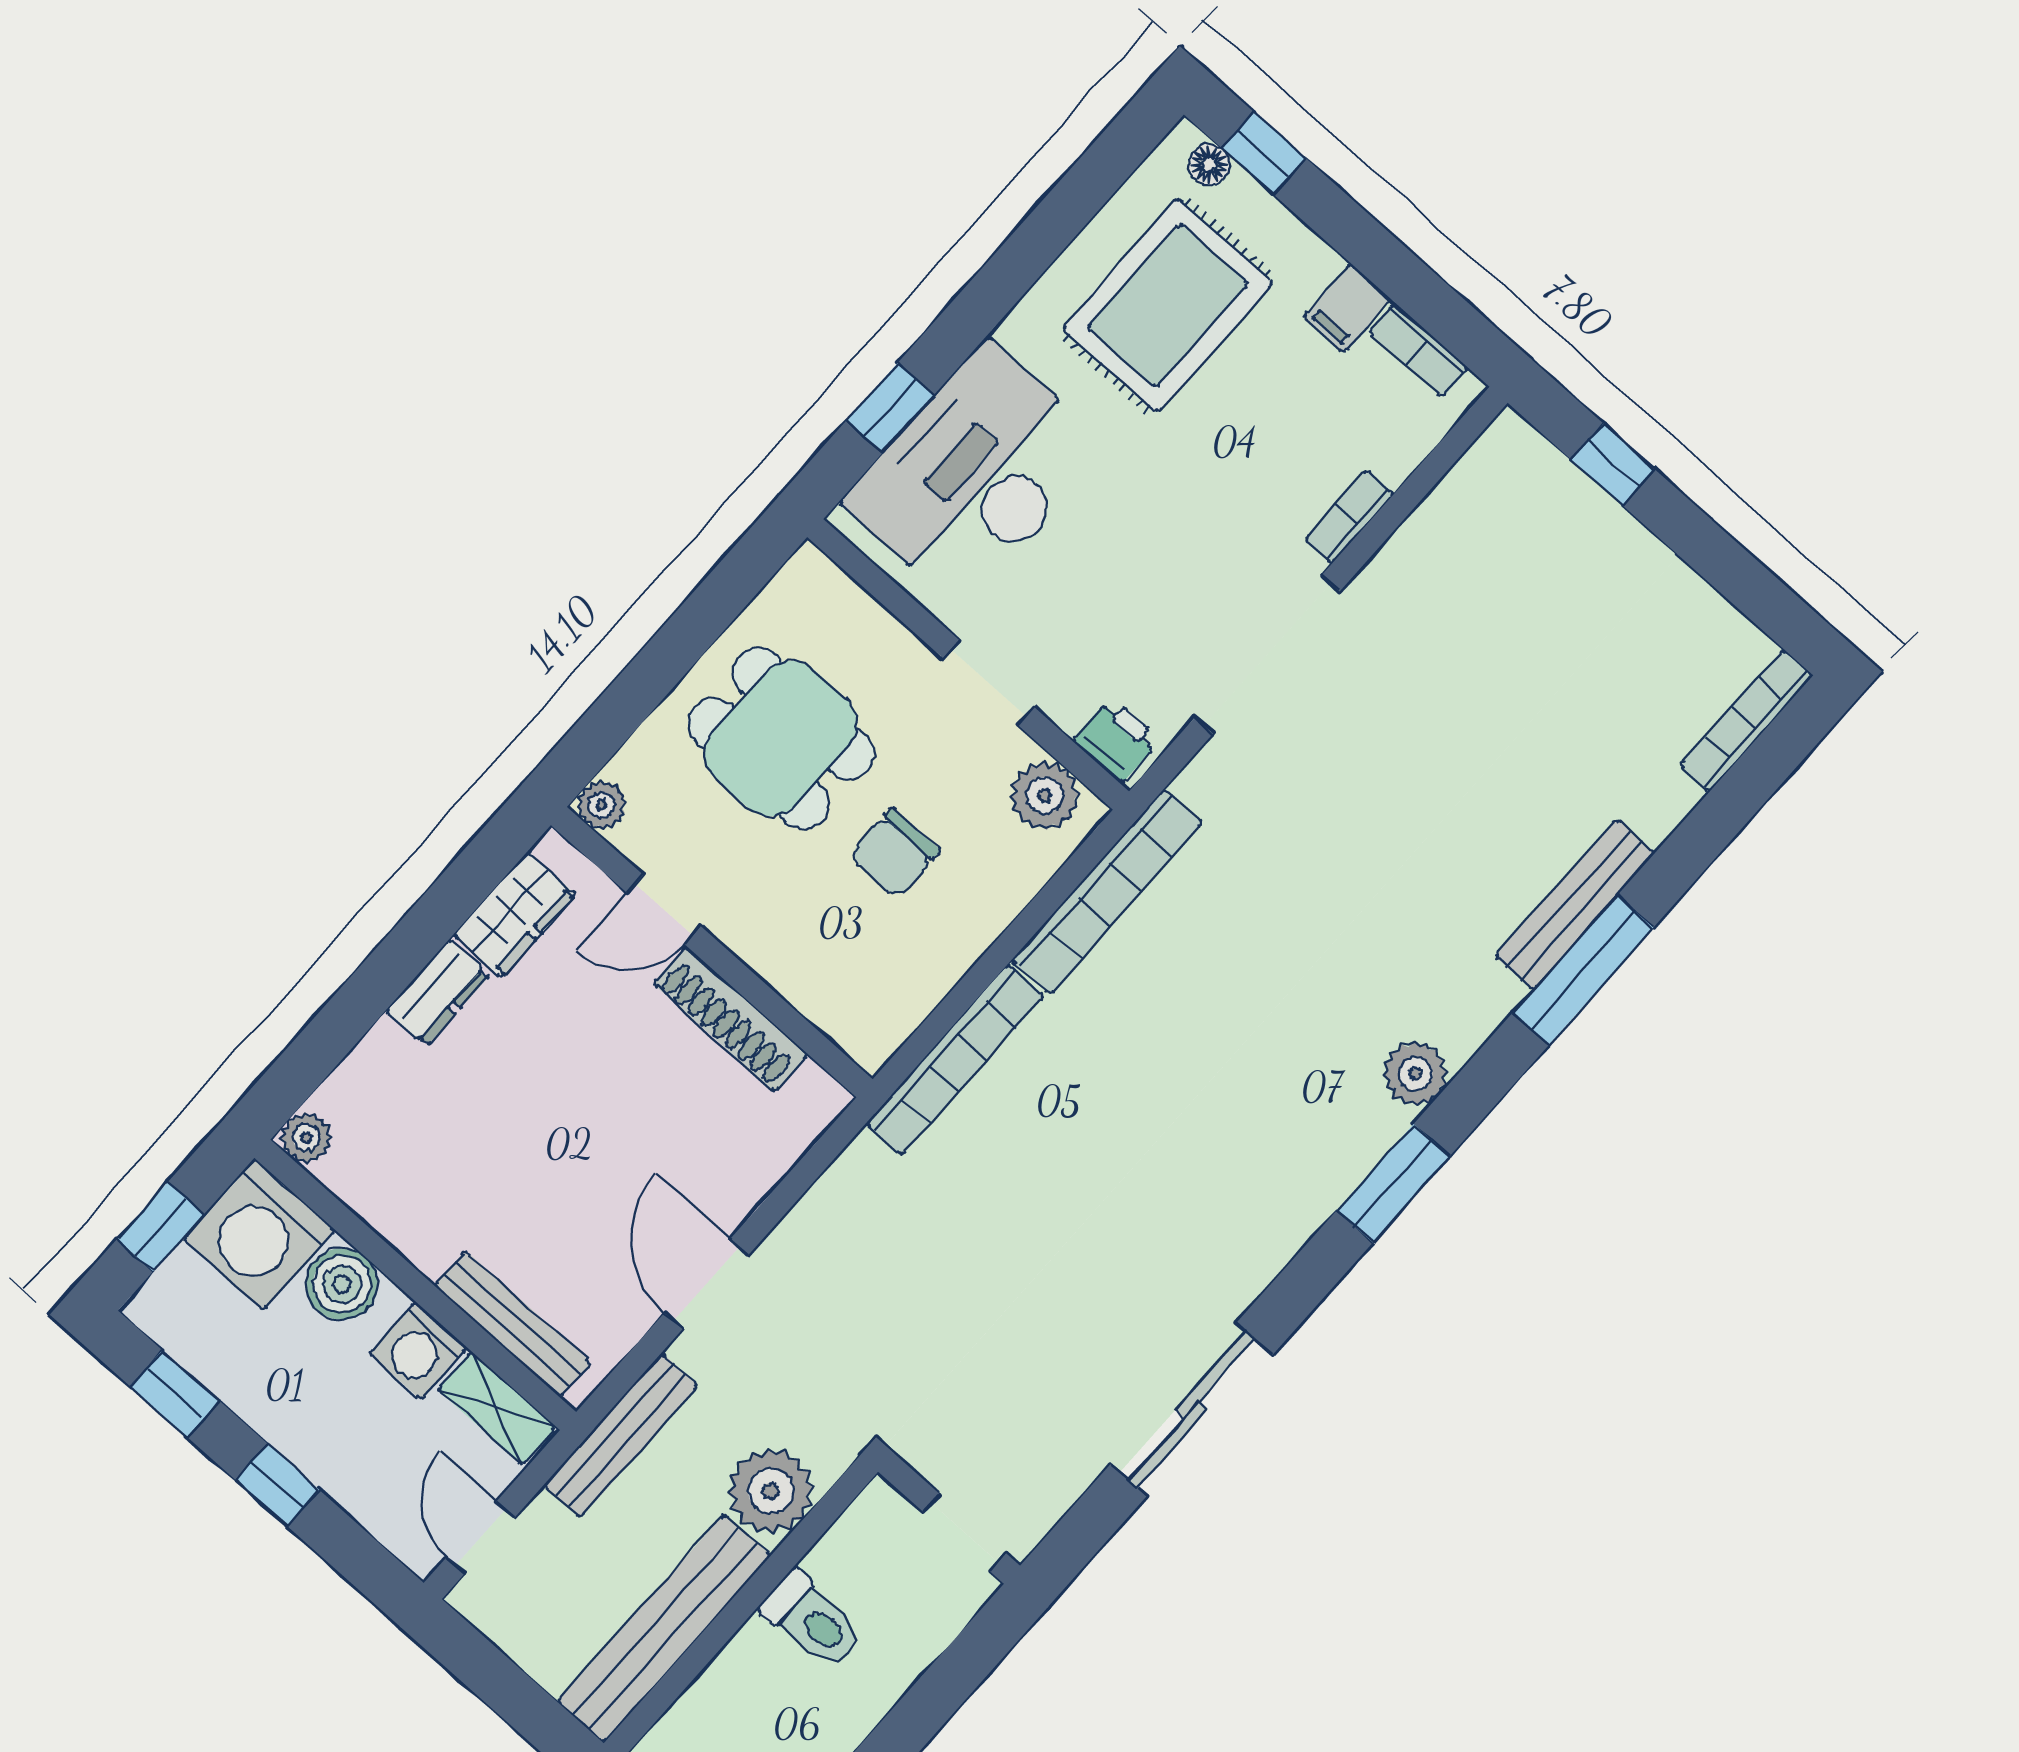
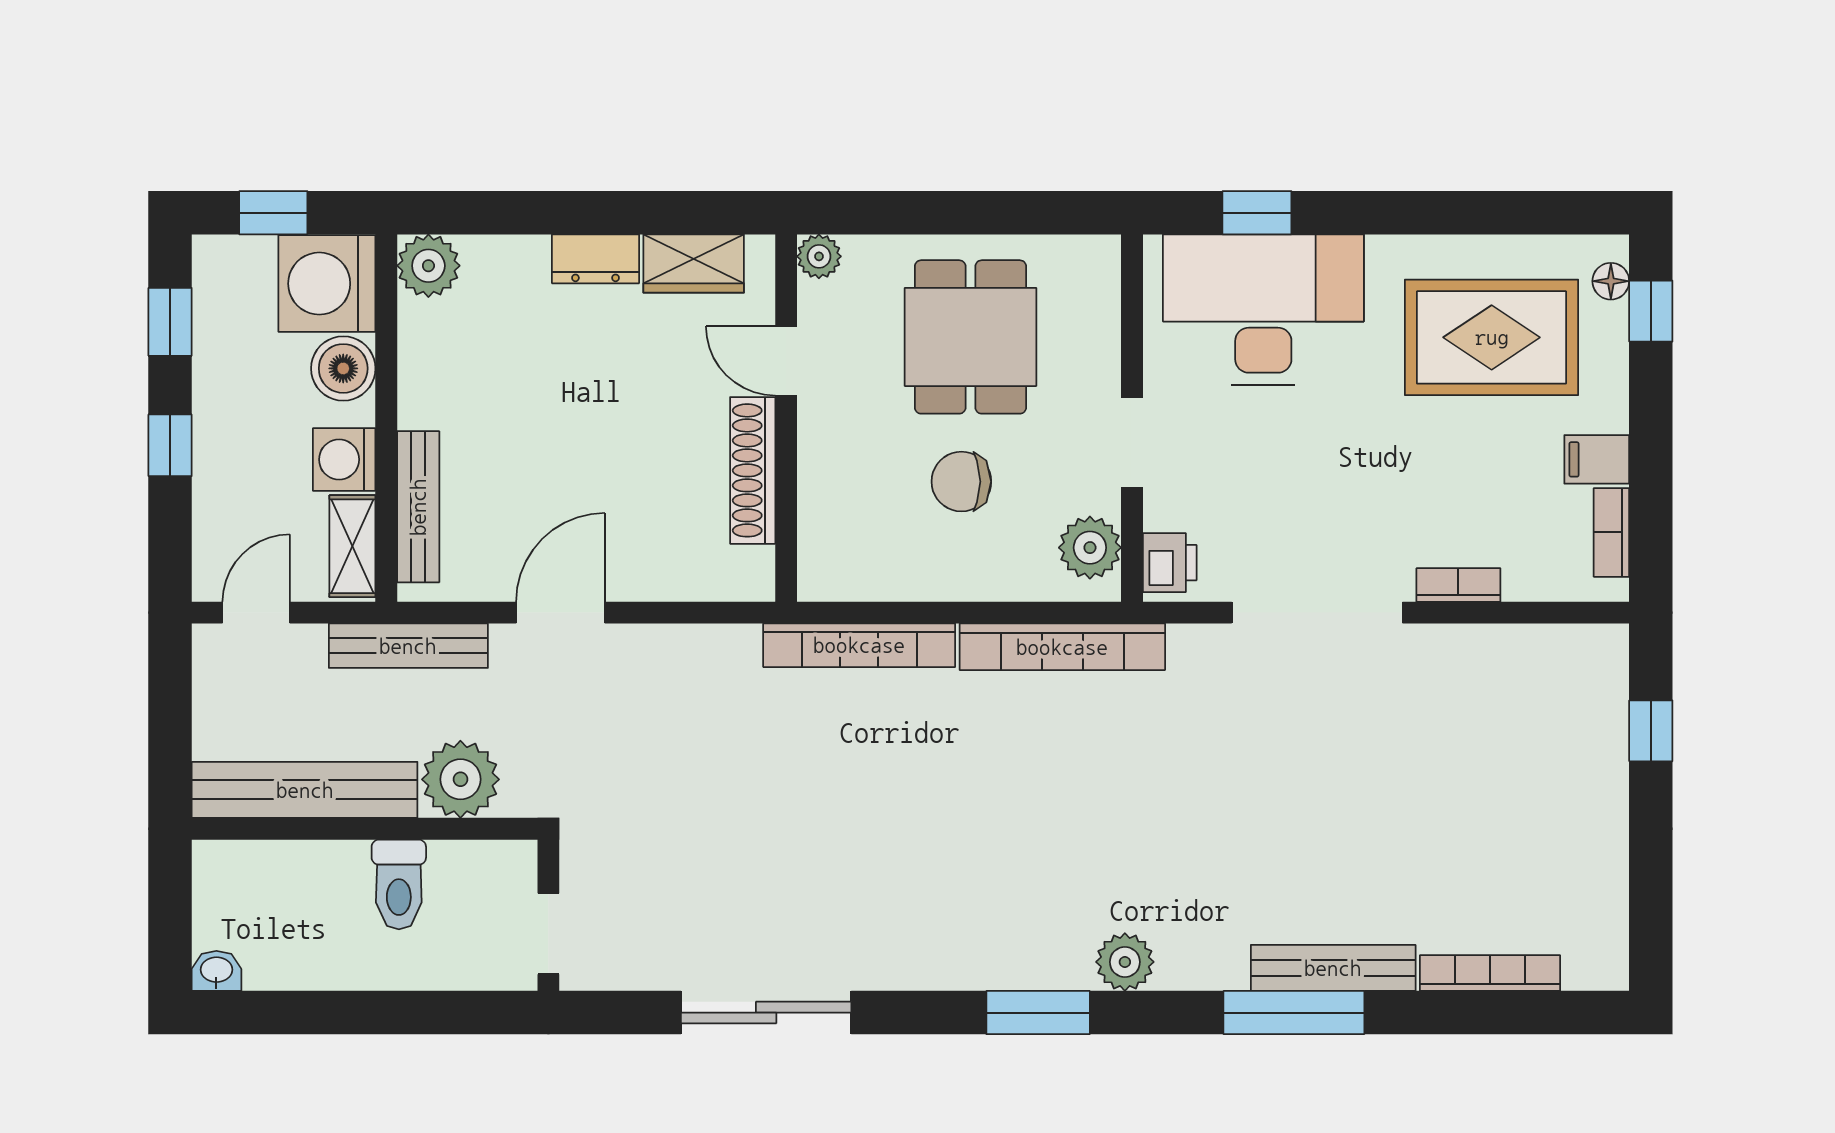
bookcase: (1747, 720) -> (1490, 973), moved
plant: (306, 1138) -> (428, 266), width x1.38, depth x1.38

